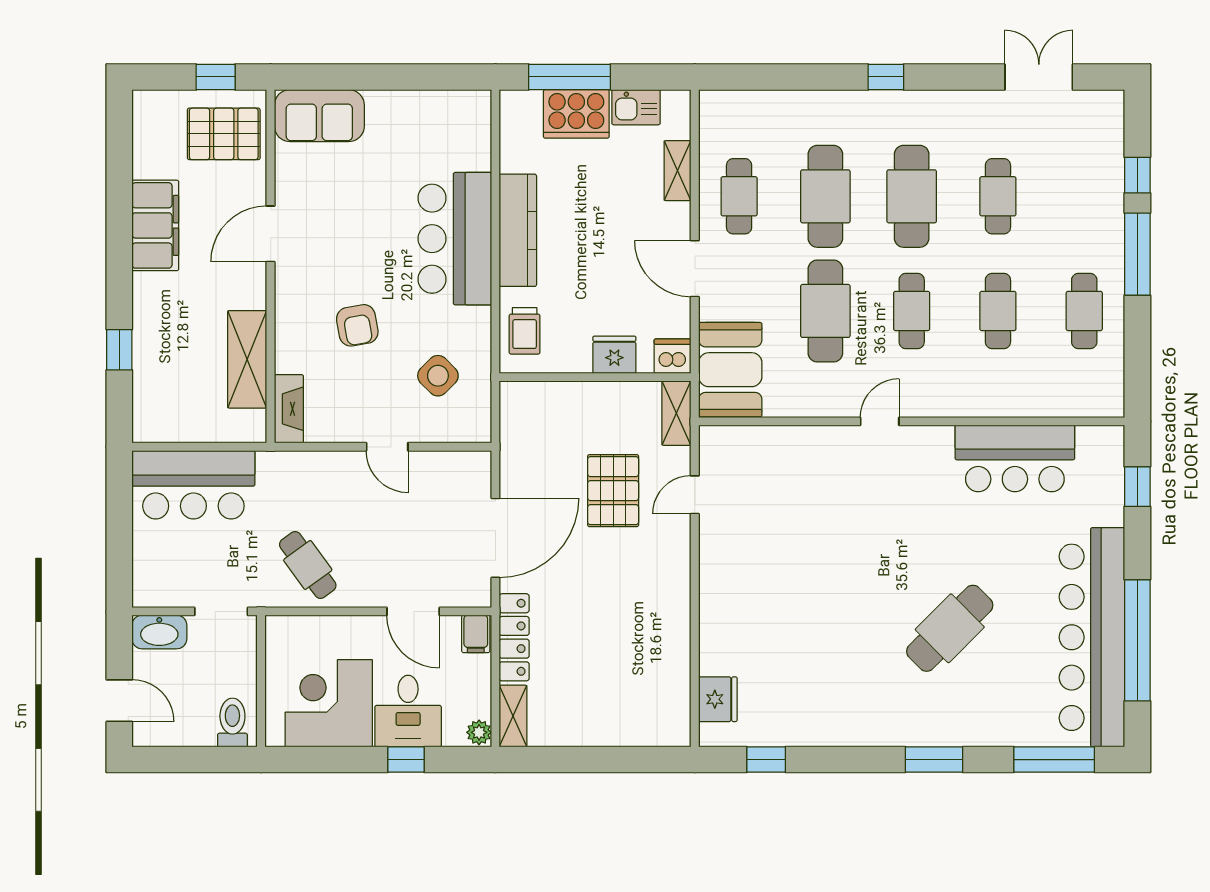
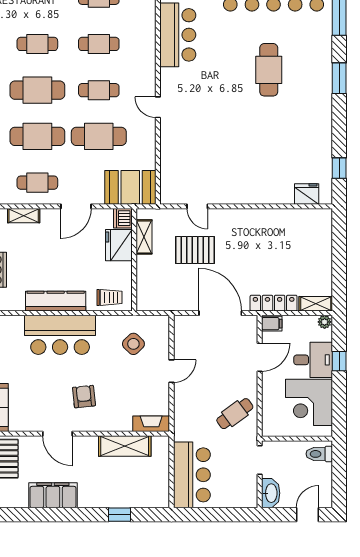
armchair: (357, 325) -> (84, 397), moved, turned -86
fridge: (614, 355) -> (119, 245), width x1.36, depth x1.34
shelving: (676, 413) -> (144, 237), moved, turned 90
cafe table: (950, 628) -> (269, 70), turned 45

